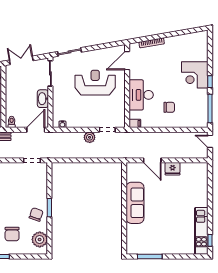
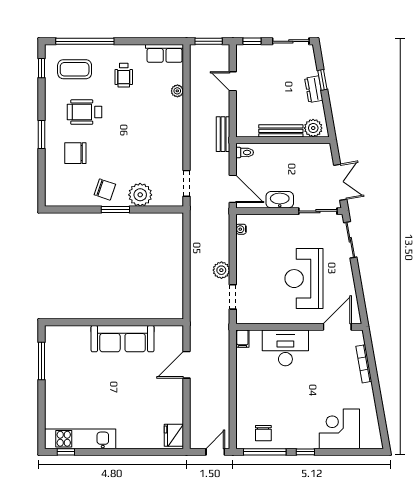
double door: (21, 60) -> (340, 182), moved
door: (127, 61) -> (337, 327), hinge flipped
corner desk: (195, 75) -> (339, 429), moved
reception desk: (95, 83) -> (304, 279), turned 180
chair: (169, 107) -> (263, 433), moved
fridge: (173, 169) -> (174, 435), moved
plant: (40, 240) -> (140, 195), moved

